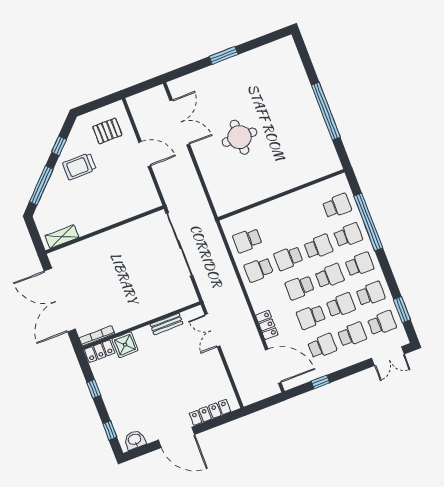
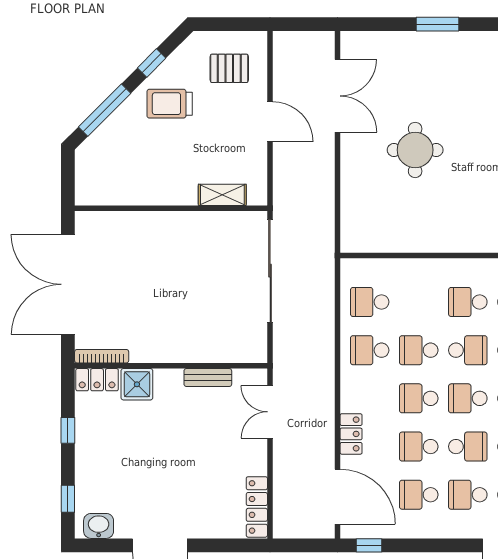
school desk: (307, 217) -> (468, 302), added
shelving: (62, 237) -> (222, 195), moved
school desk: (330, 276) -> (468, 398), turned 180
school desk: (352, 335) -> (468, 495), turned 180
school desk: (322, 346) -> (419, 495), turned 180
window: (320, 382) -> (369, 545), moved
locker: (210, 412) -> (257, 507), moved, turned -90

